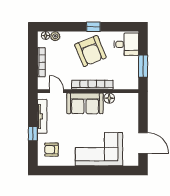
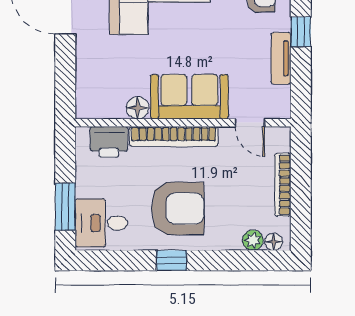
armchair: (90, 51) -> (178, 209), turned 112
window: (143, 66) -> (65, 207), moved
printer: (123, 82) -> (109, 142), added
tv unit: (42, 116) -> (281, 58), width x0.71

